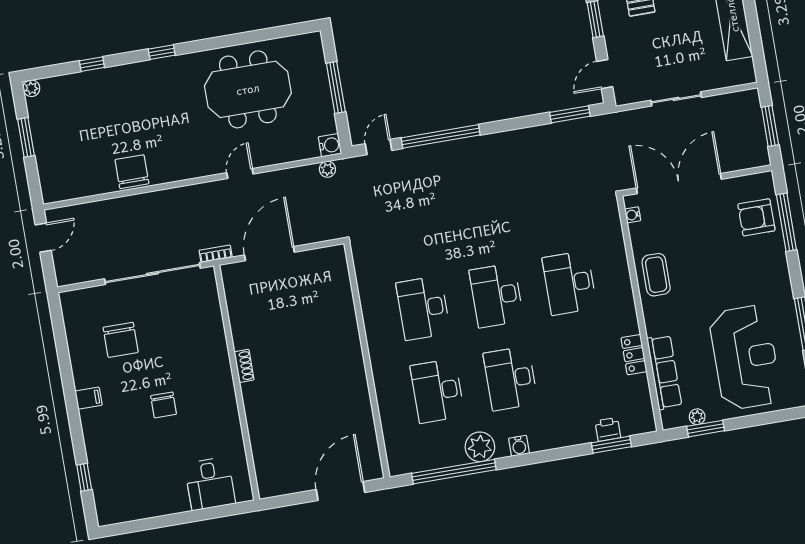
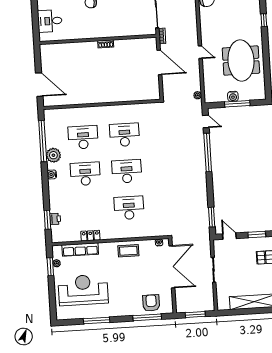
water cooler: (330, 145) -> (233, 96), moved
reception desk: (745, 357) -> (83, 290), turned 180

